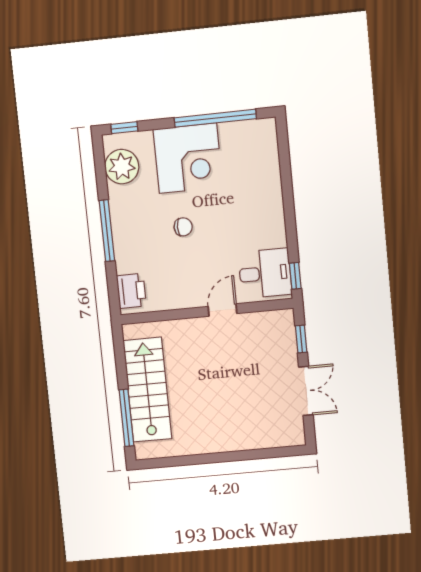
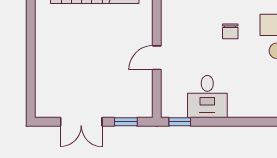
desk: (265, 273) -> (207, 97), moved
door: (223, 310) -> (157, 58), swing flipped

